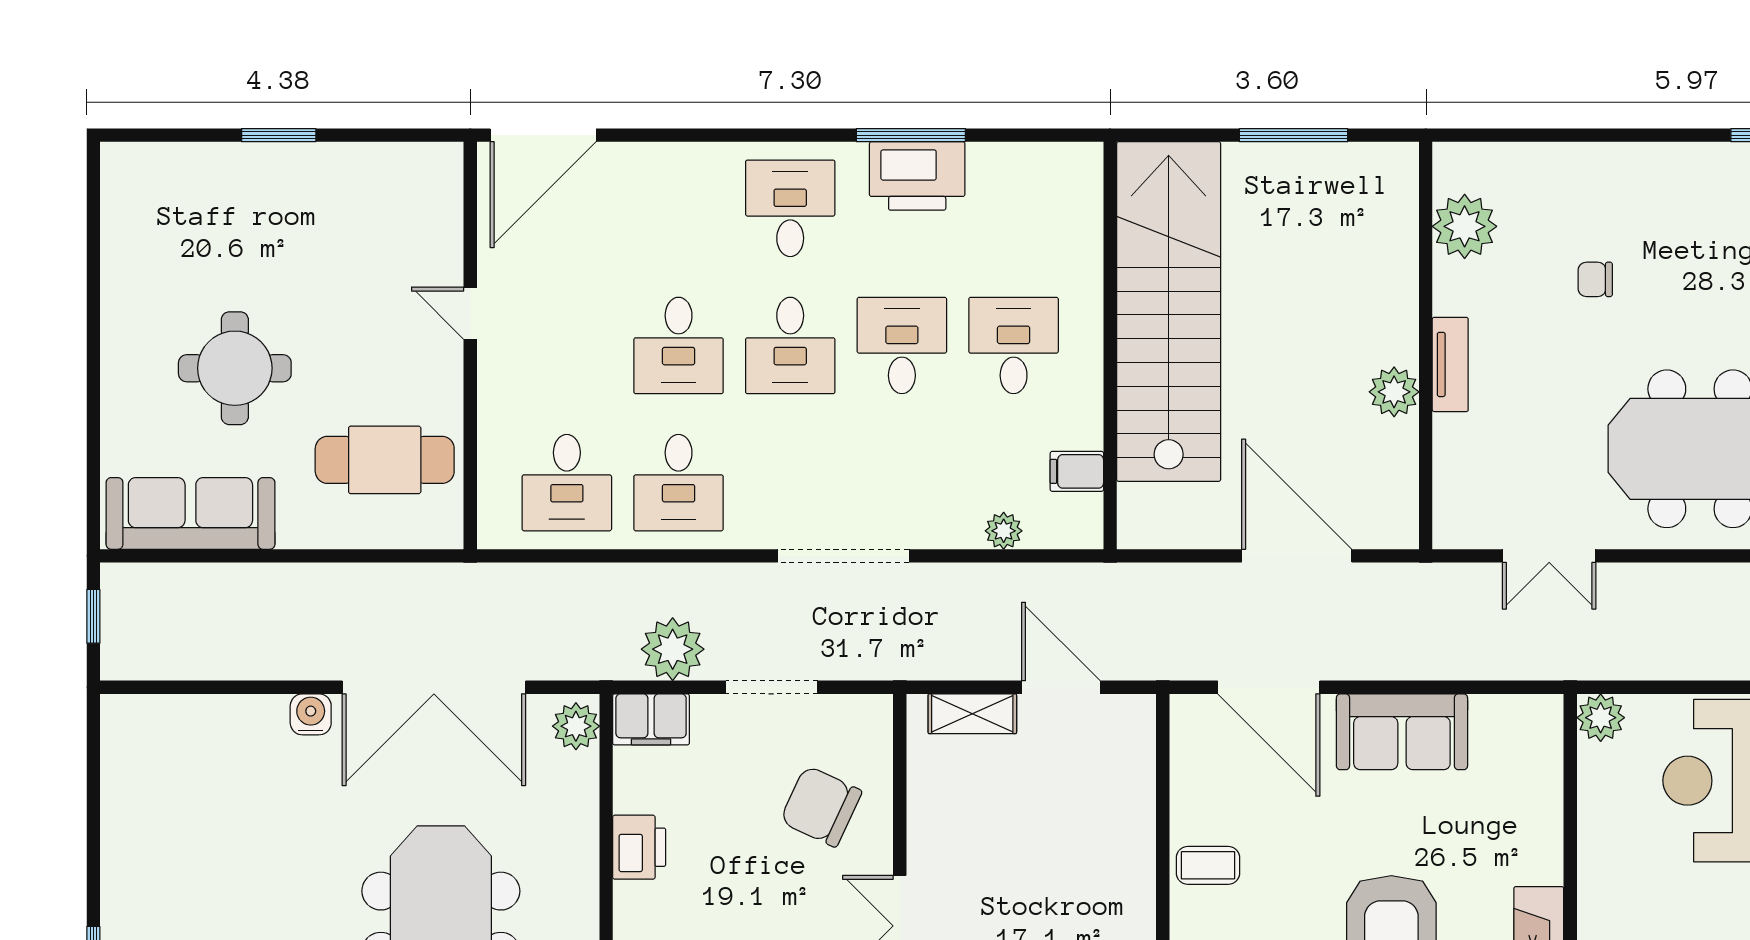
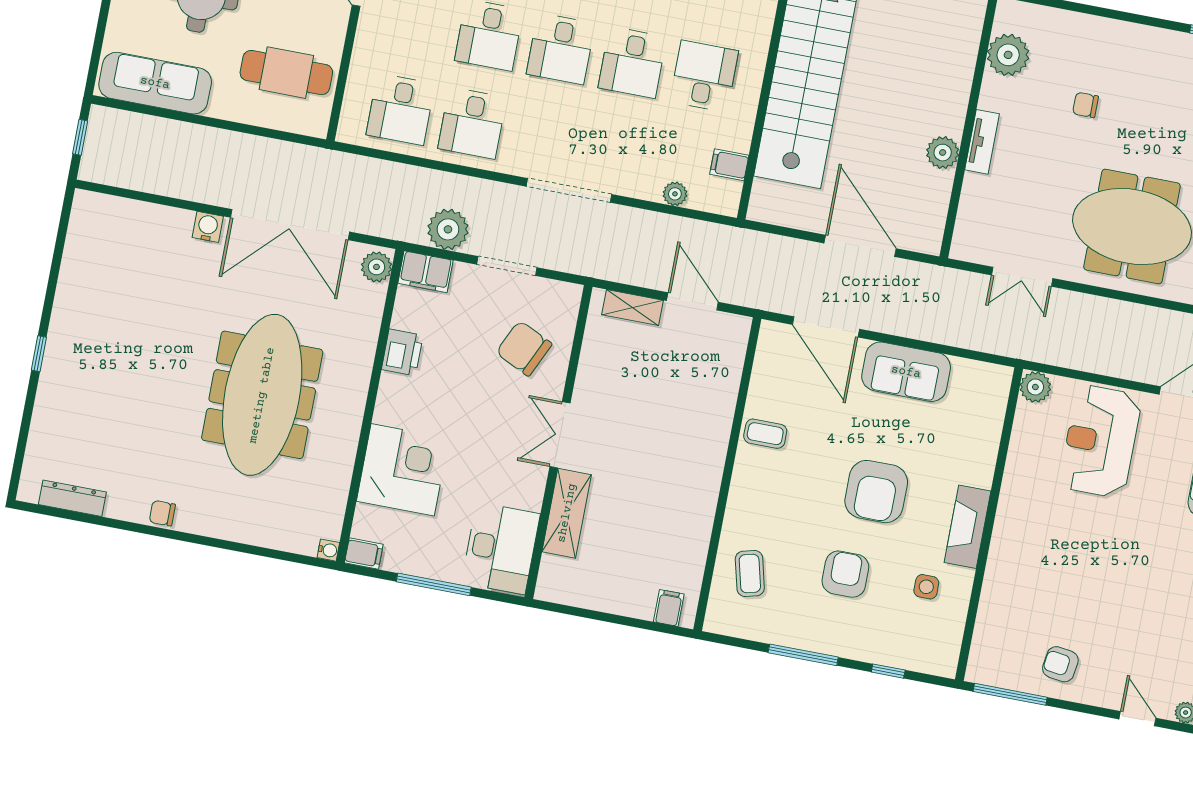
desk: (902, 345) -> (632, 62), turned 180

